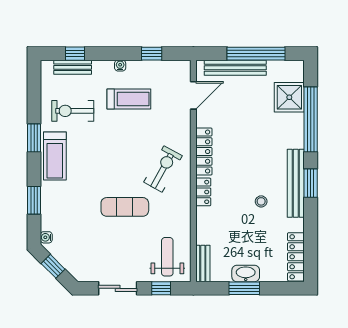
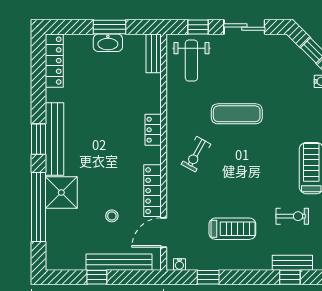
window: (256, 54) -> (97, 277), width x0.32
water cooler: (120, 66) -> (179, 264), moved
shower: (289, 97) -> (61, 193), moved
treadmill: (129, 99) -> (232, 229), turned 180
exercise bike: (73, 111) -> (292, 216), width x0.73, depth x0.72
locker: (204, 152) -> (152, 191), moved
exercise bike: (163, 169) -> (196, 154), width x0.73, depth x0.72
stool: (261, 201) -> (112, 216), moved

